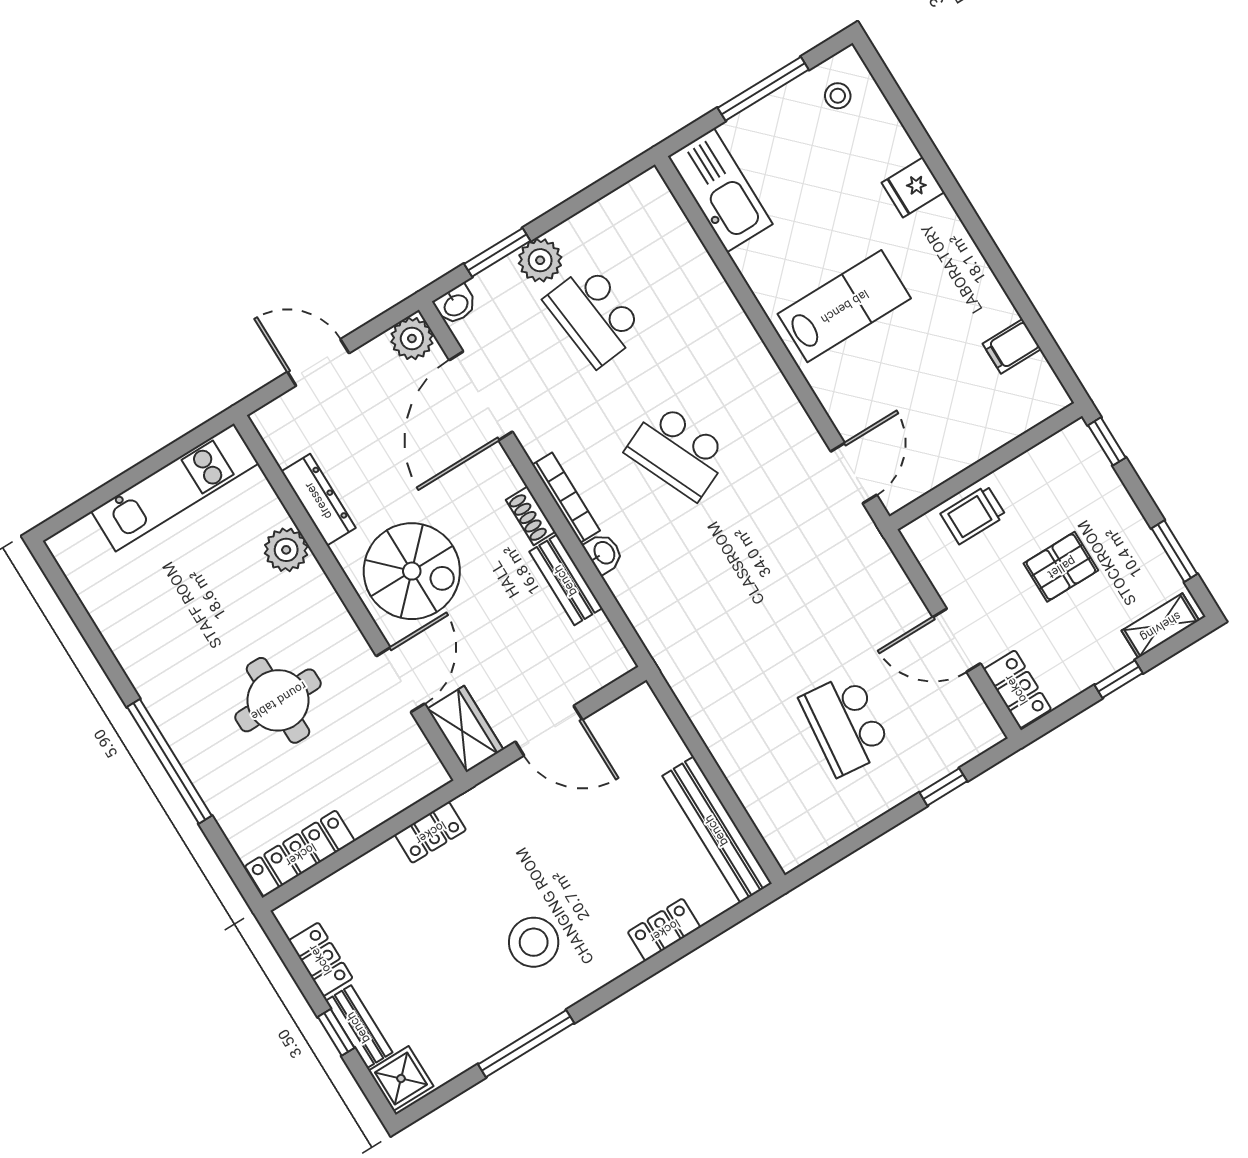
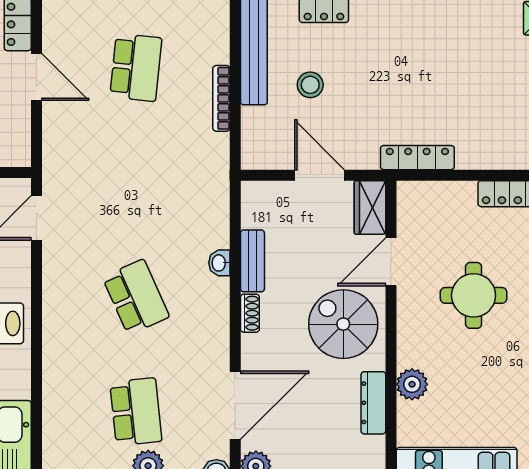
bookcase: (566, 498) -> (221, 98), moved
locker: (430, 832) -> (417, 158), width x1.53
stool: (534, 942) -> (310, 85), moved, width x0.73, depth x0.73

